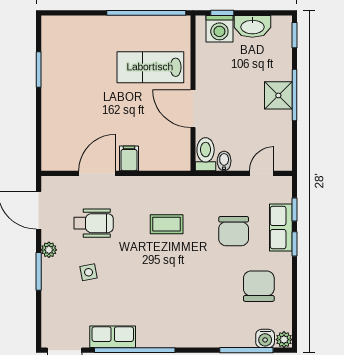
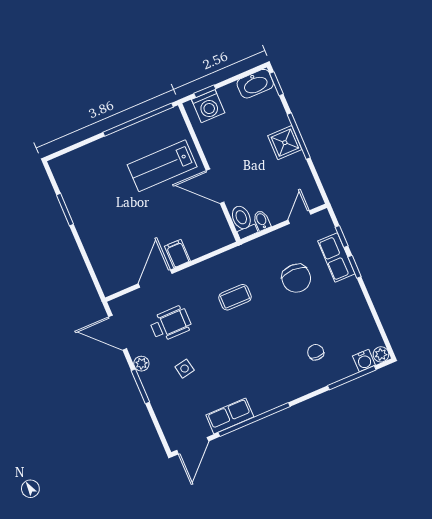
washbasin: (252, 26) -> (255, 84), moved
chair: (259, 286) -> (316, 352), moved, width x0.54, depth x0.54

